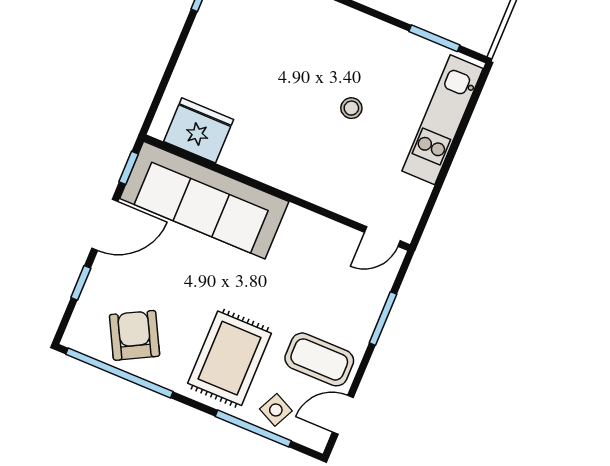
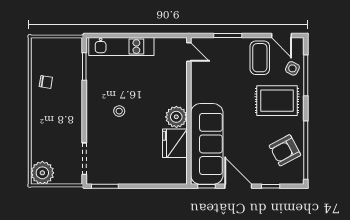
stool: (351, 108) -> (119, 111), moved
fridge: (199, 130) -> (175, 143), moved
plant: (276, 166) -> (176, 117), added

